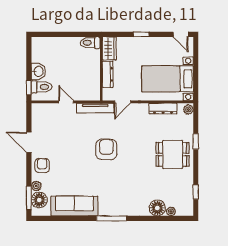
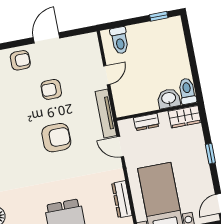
washbasin: (38, 71) -> (169, 99), moved, turned 180
dresser: (108, 74) -> (146, 122), width x0.70
window: (29, 87) -> (159, 16), moved
armchair: (69, 146) -> (51, 89), added

